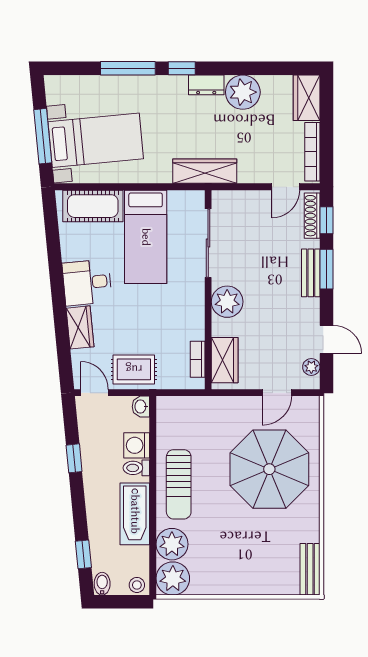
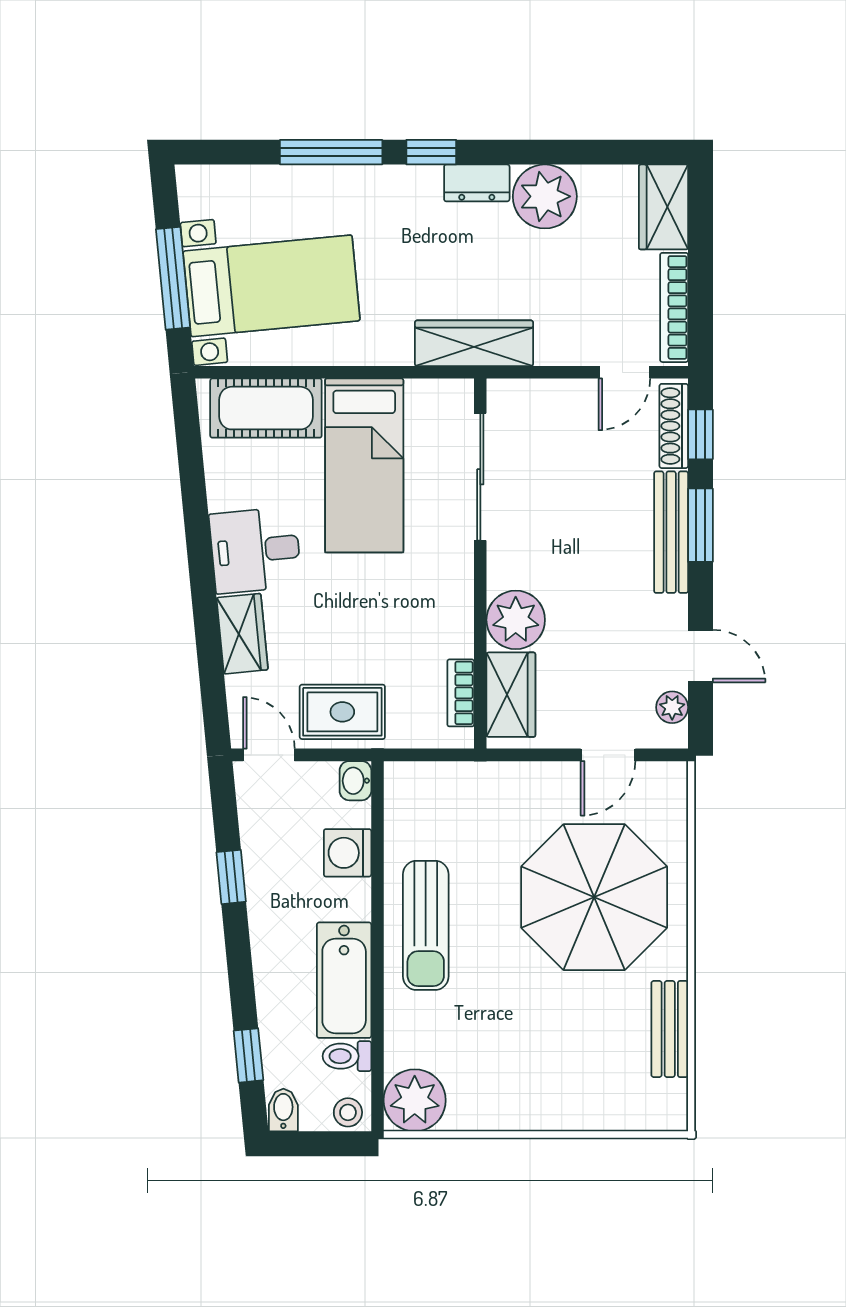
bench: (311, 273) -> (671, 532), width x1.36
plant: (227, 302) -> (516, 620), moved
toilet: (136, 468) -> (347, 1056), moved
plant: (172, 544) -> (413, 1036), removed
bench: (310, 569) -> (670, 1029), moved

